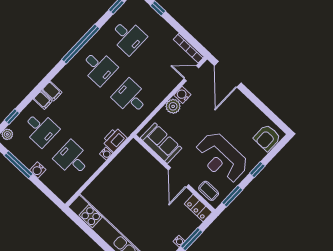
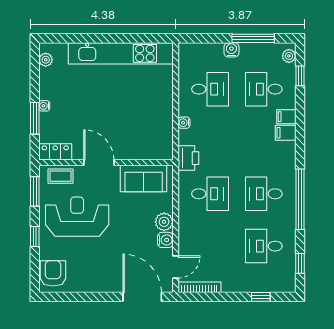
printer: (114, 140) -> (188, 158), moved

